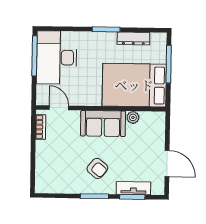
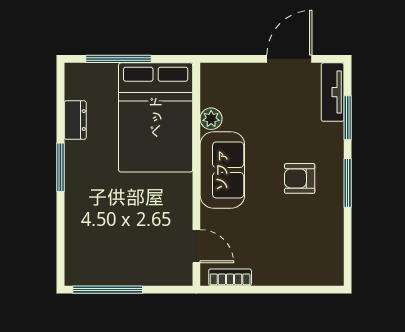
dresser: (133, 38) -> (75, 120), width x0.70
desk: (57, 58) -> (110, 251), removed
door: (59, 108) -> (196, 246), swing flipped
armchair: (97, 168) -> (300, 178), turned -130
tv unit: (133, 188) -> (333, 92), moved

